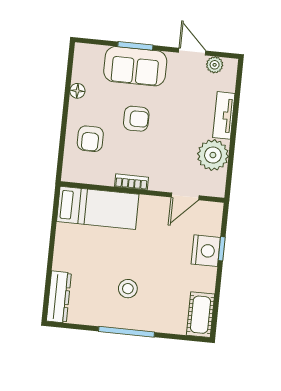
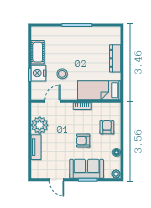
plant: (215, 65) -> (116, 174), moved
stool: (128, 289) -> (62, 74), moved
dresser: (59, 297) -> (115, 58), moved
cot: (200, 315) -> (38, 52), moved

